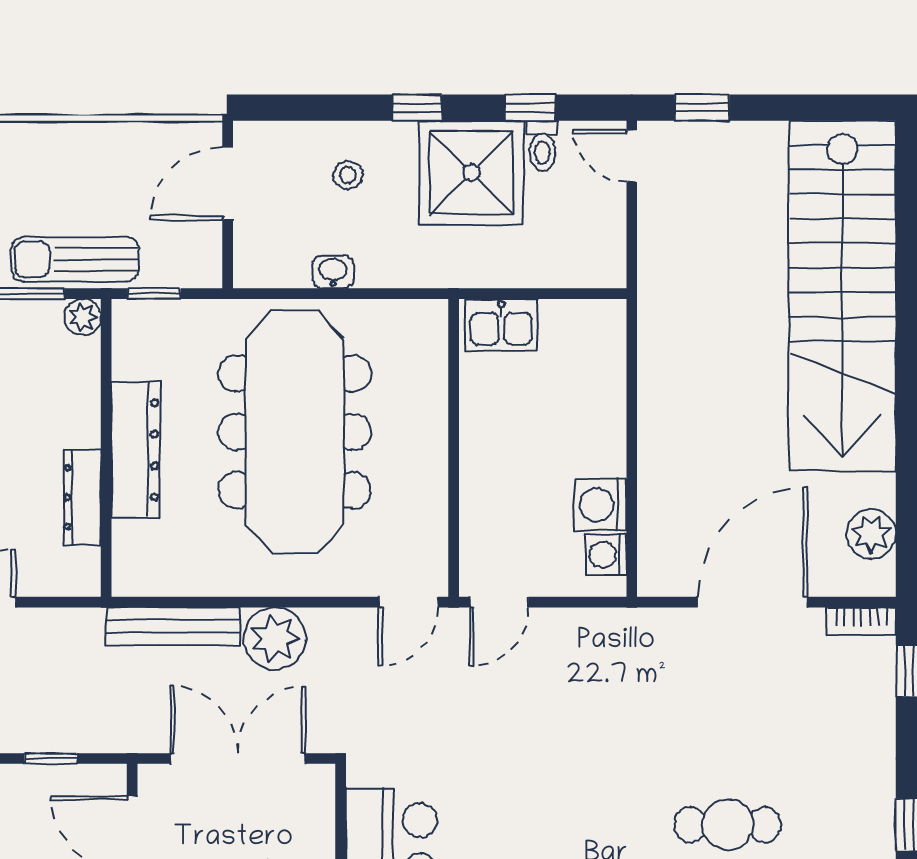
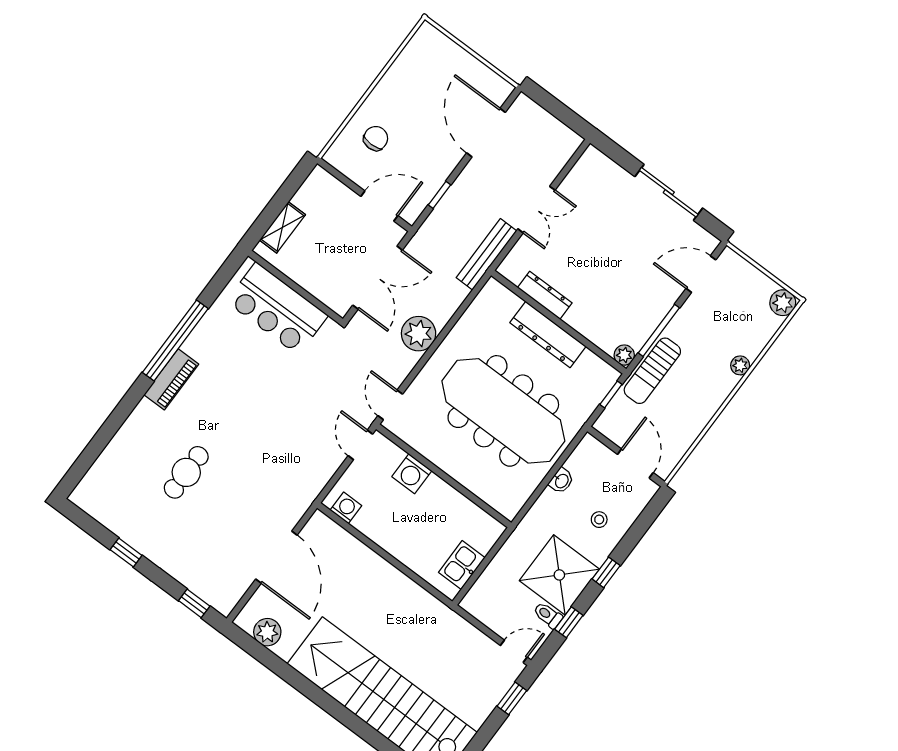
sun lounger: (75, 259) -> (652, 371), turned 180
kitchen sink: (501, 325) -> (462, 565), moved
washing machine: (601, 505) -> (412, 474), moved, turned 180
bookcase: (861, 621) -> (232, 599), removed
bench: (173, 626) -> (486, 254), moved

